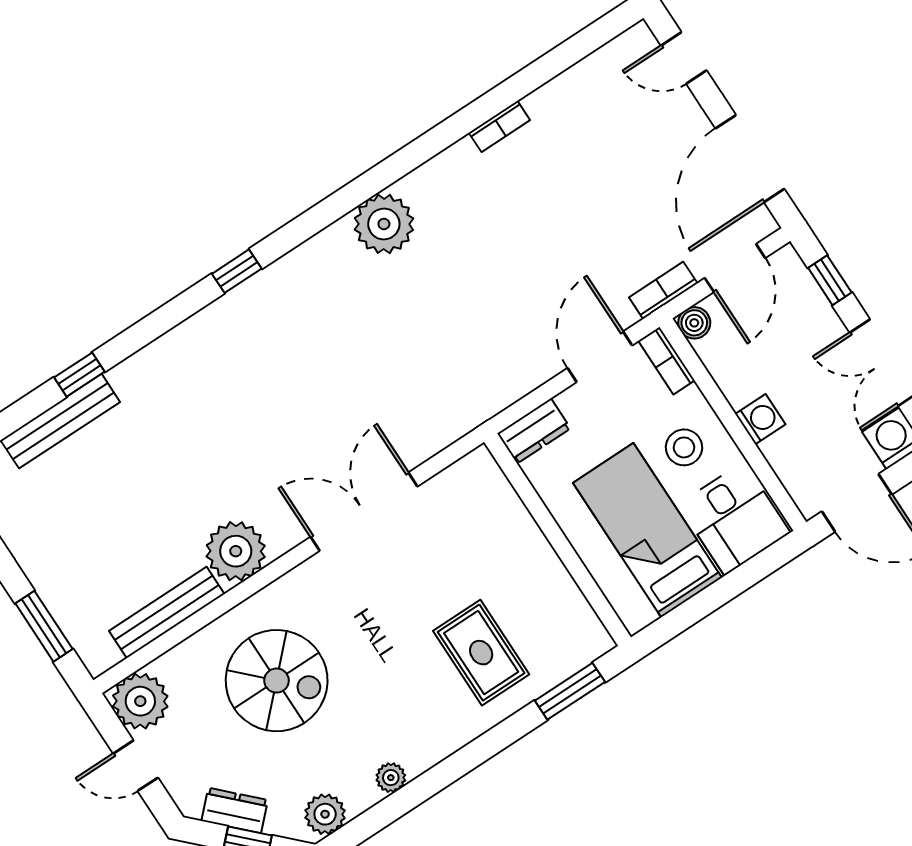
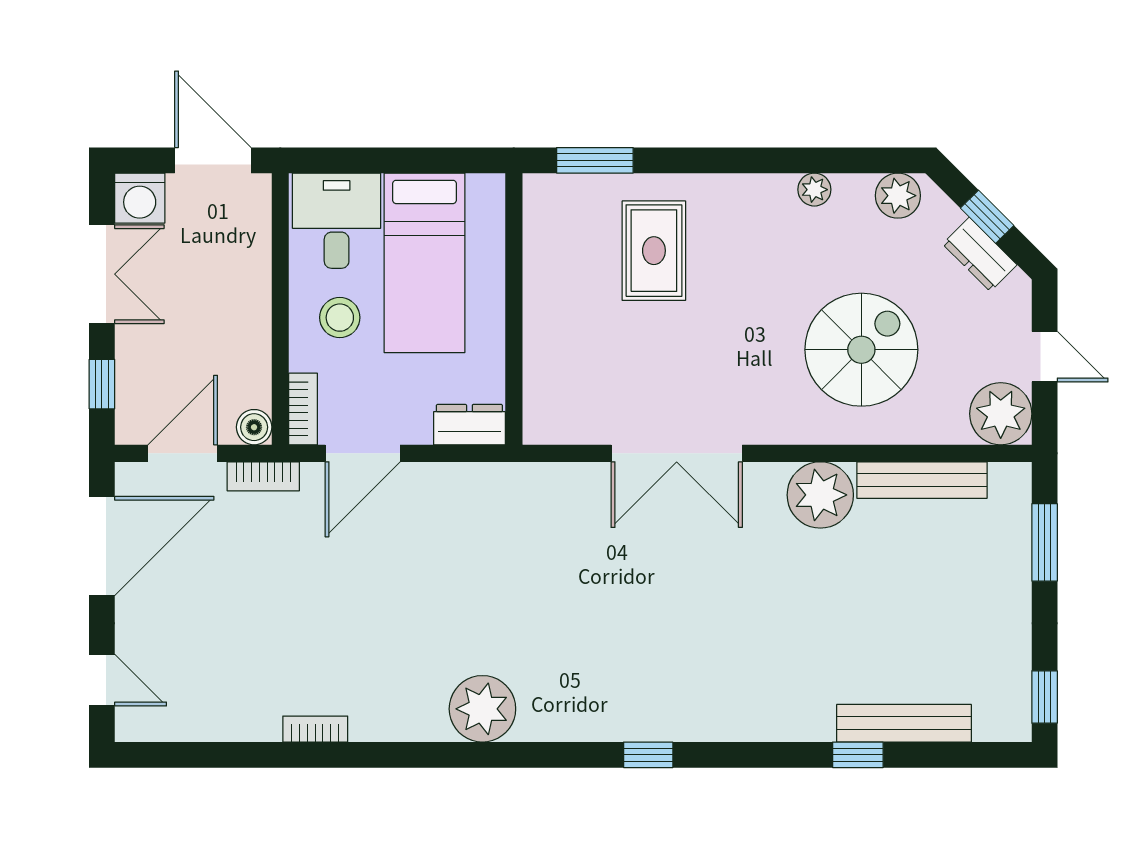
washing machine: (760, 419) -> (251, 297), removed
spiral stairs: (277, 681) -> (861, 350), turned 90

